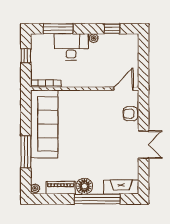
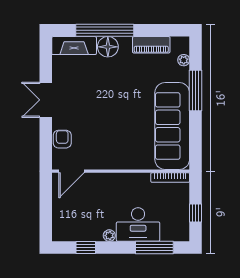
armchair: (130, 114) -> (62, 139), turned -90
floor lamp: (84, 186) -> (108, 47), moved
plant: (35, 188) -> (184, 60), moved

